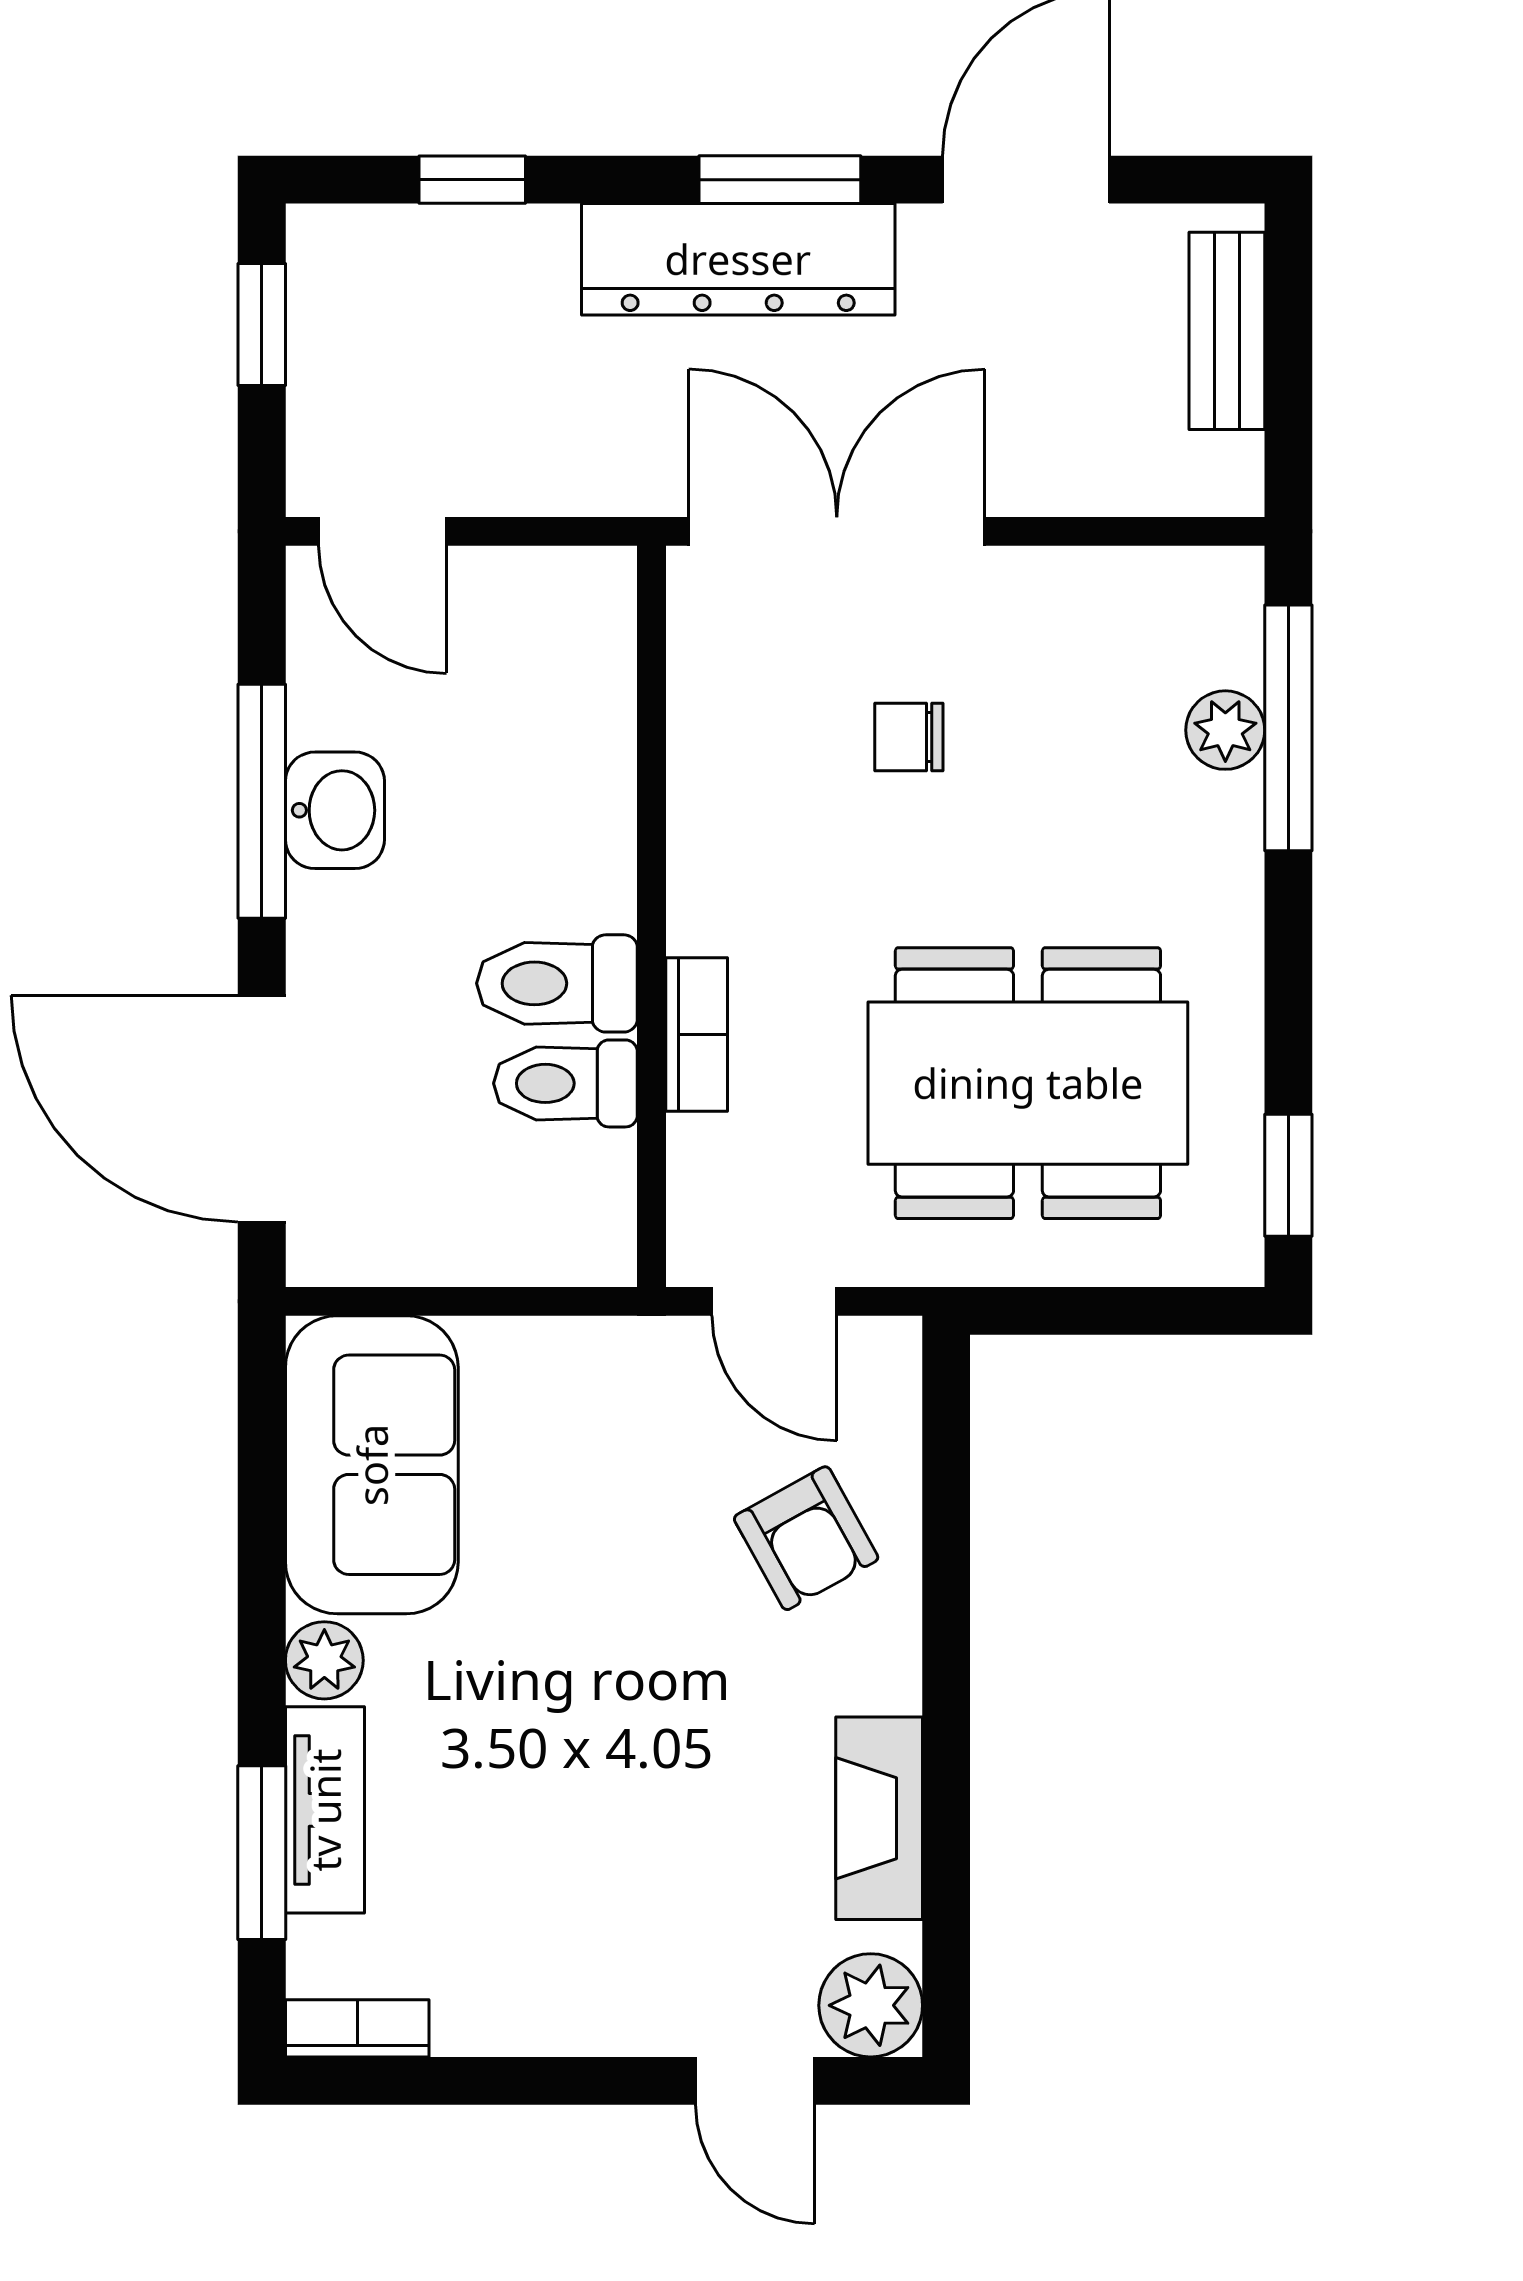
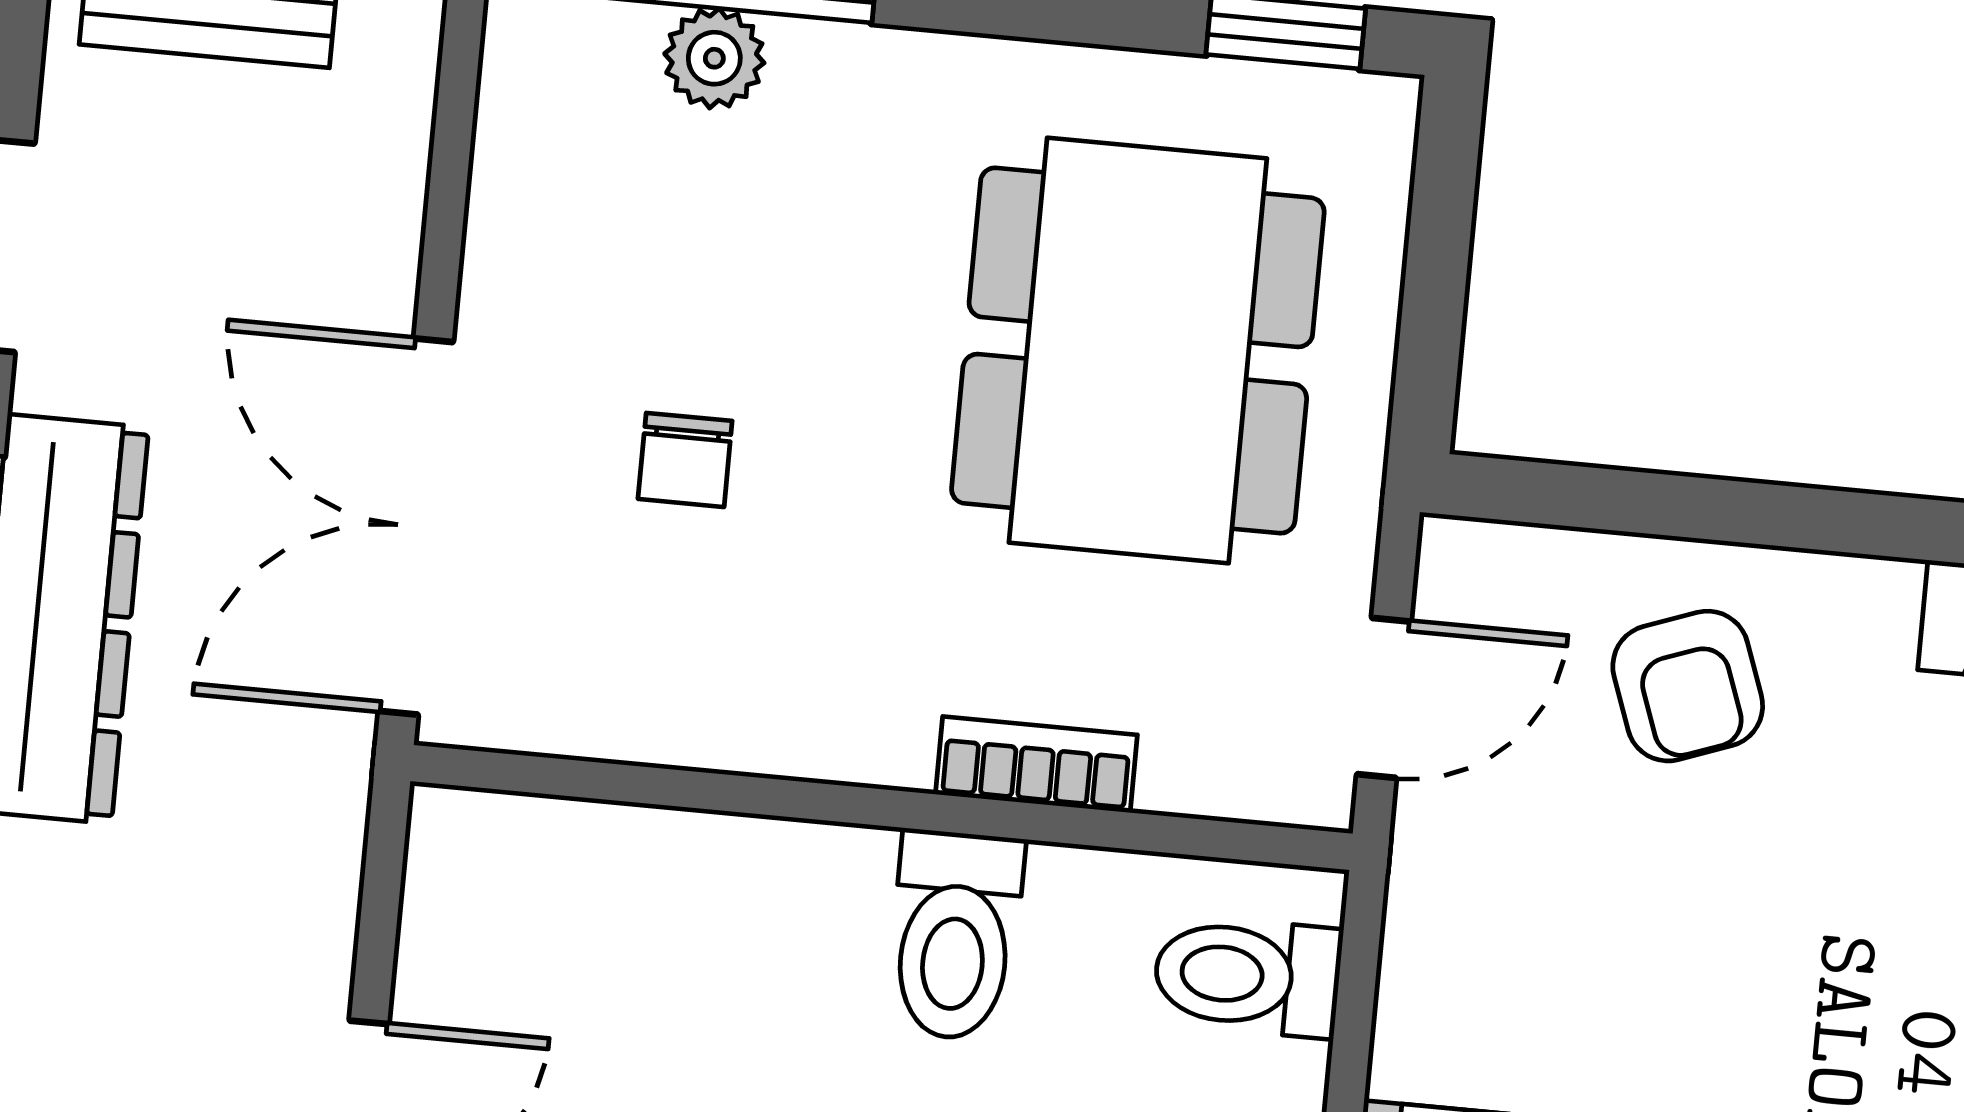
toilet: (565, 1083) -> (1248, 976), moved, turned 90
armchair: (806, 1538) -> (1688, 686), turned 99

